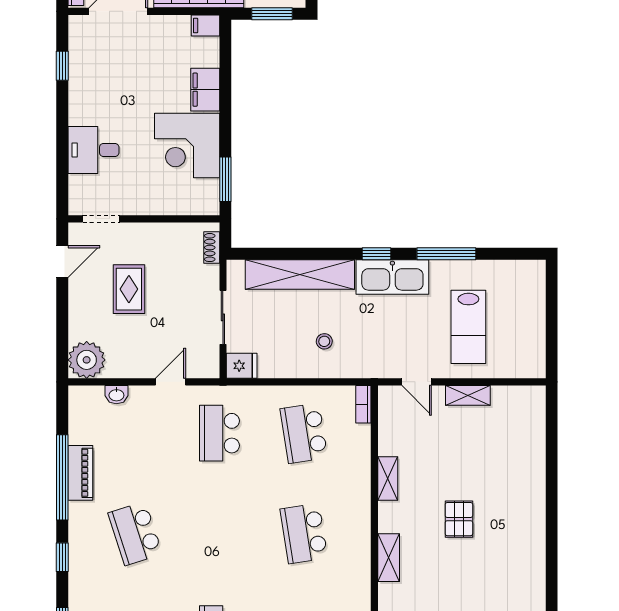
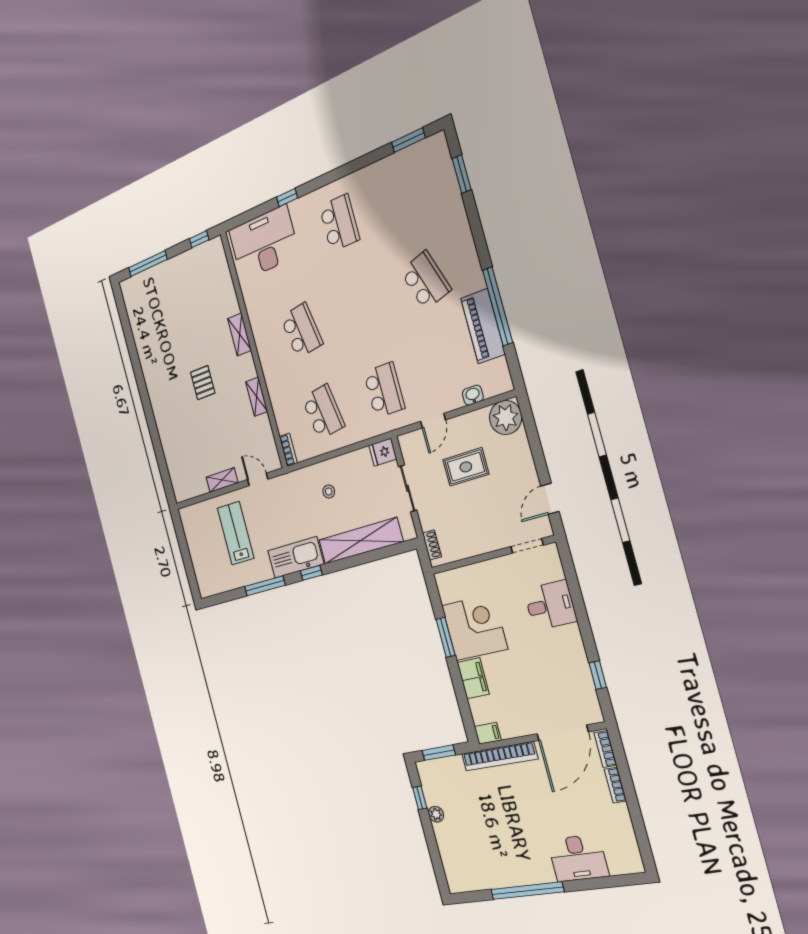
window: (225, 179) -> (445, 637), moved
rug: (129, 289) -> (466, 467), moved, turned 90
piano: (80, 473) -> (483, 326), width x1.37, depth x1.33
window: (62, 557) -> (478, 236), removed

